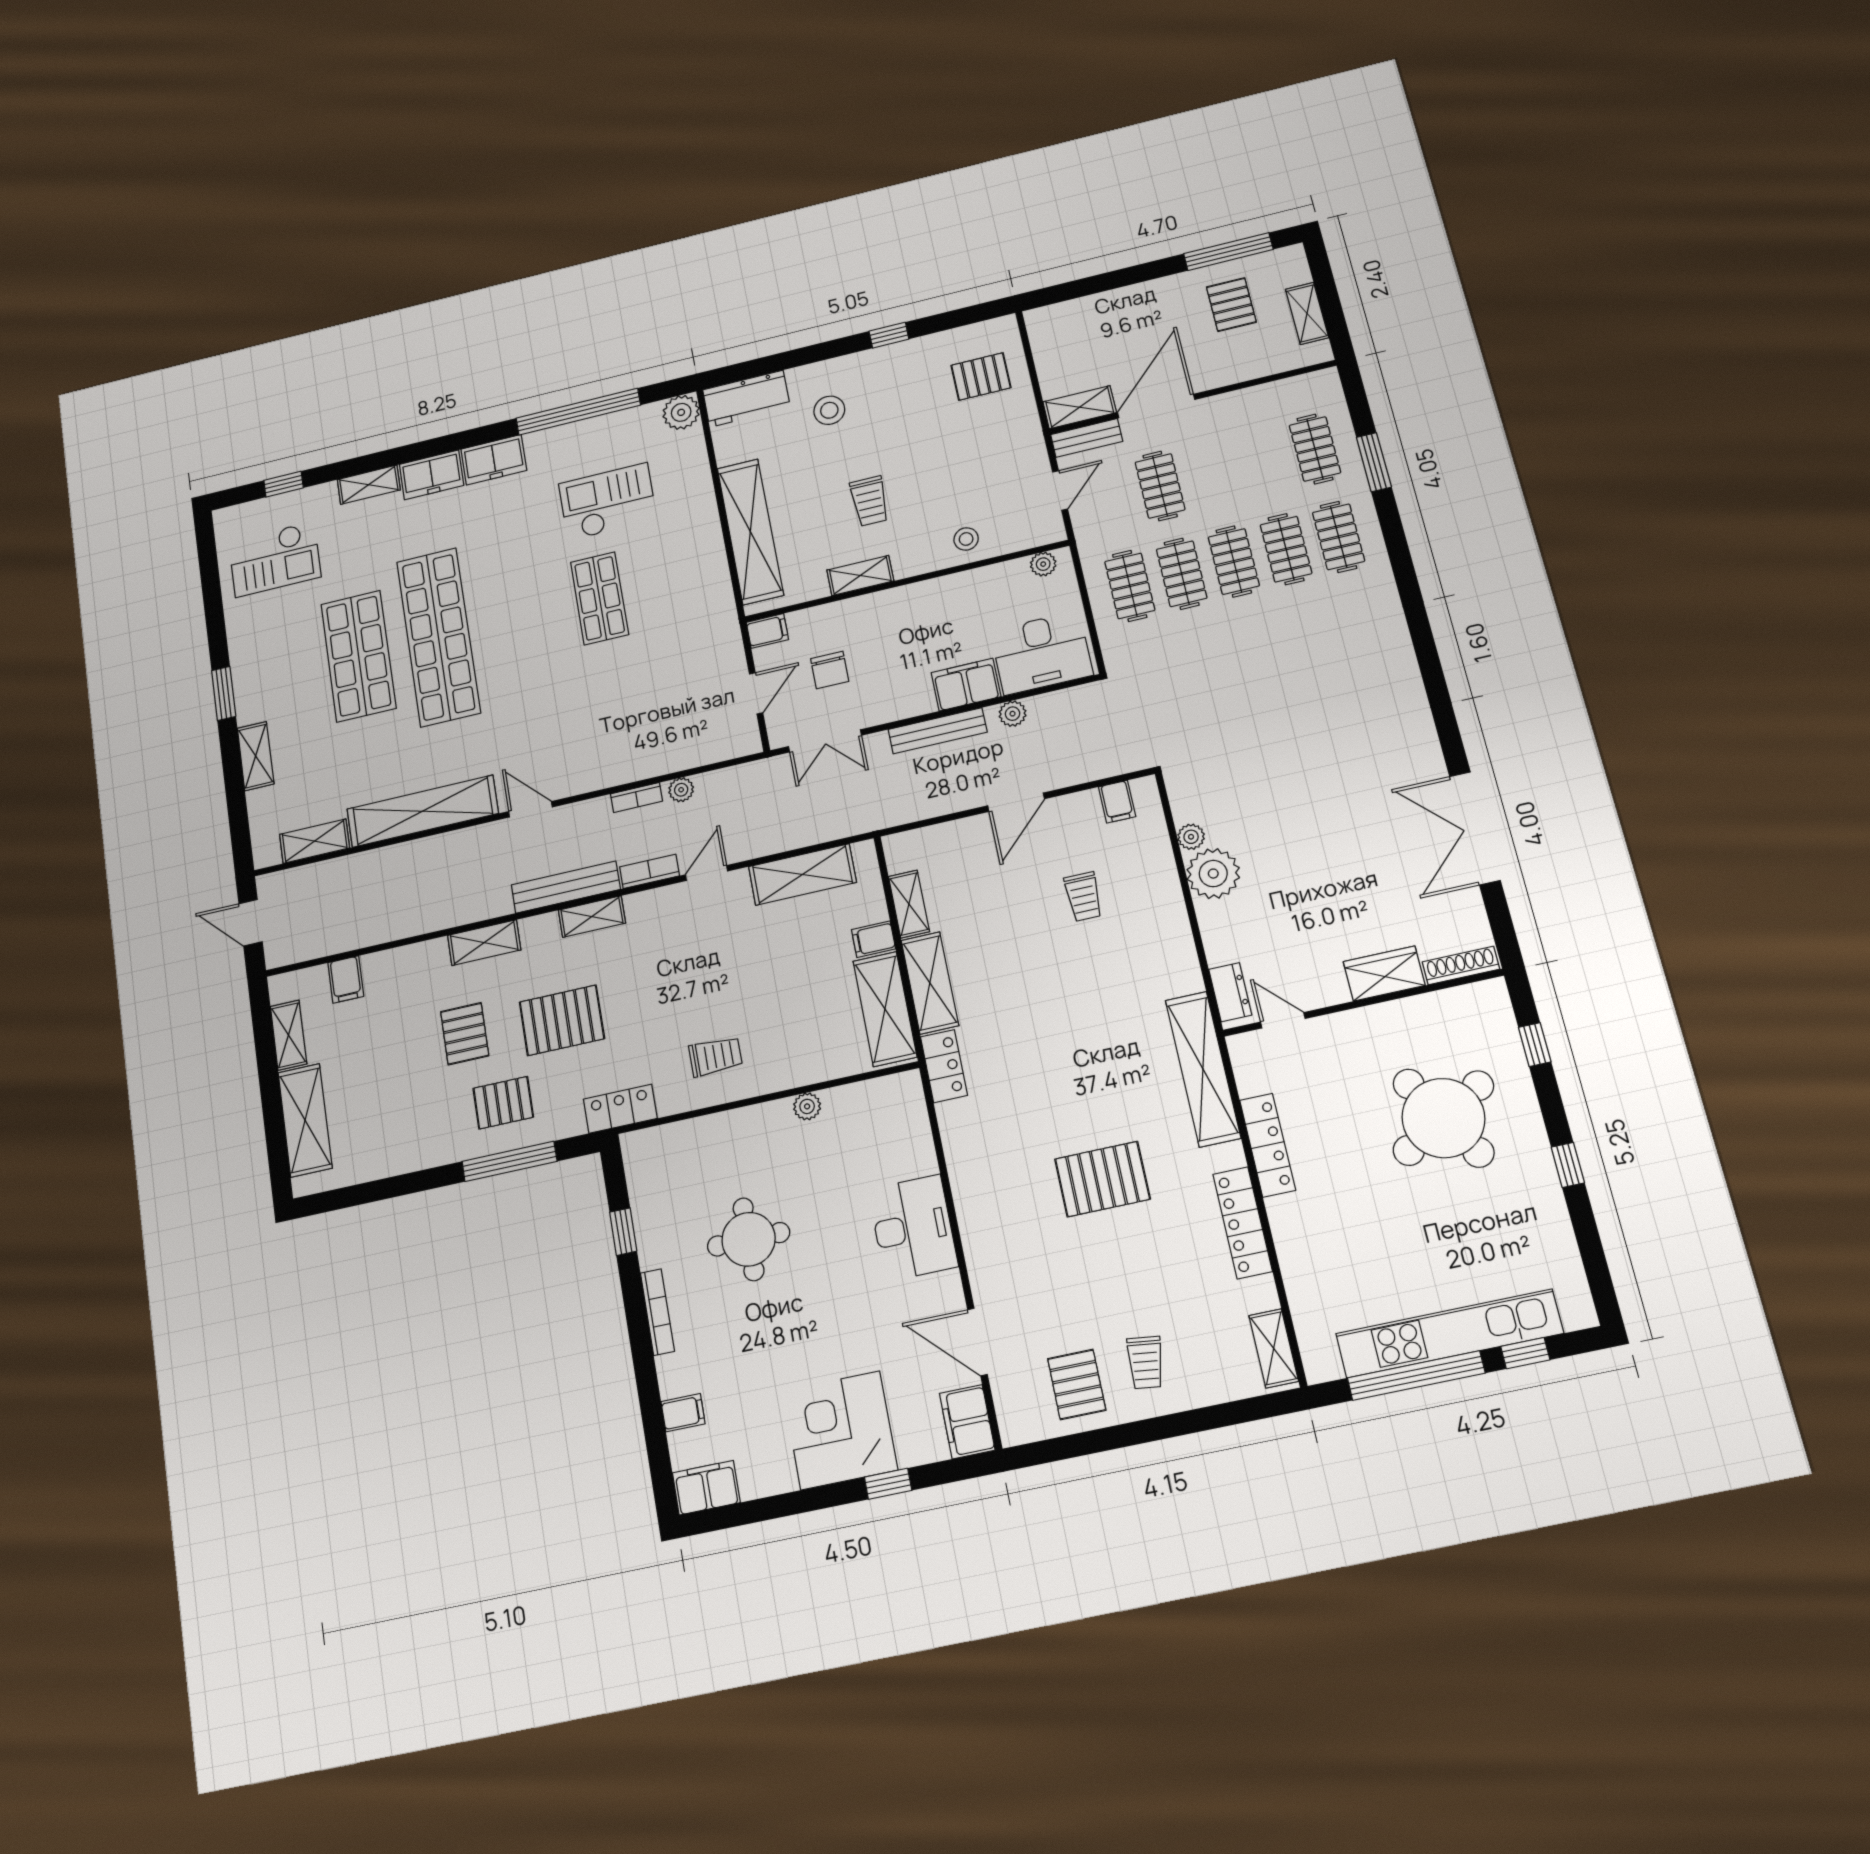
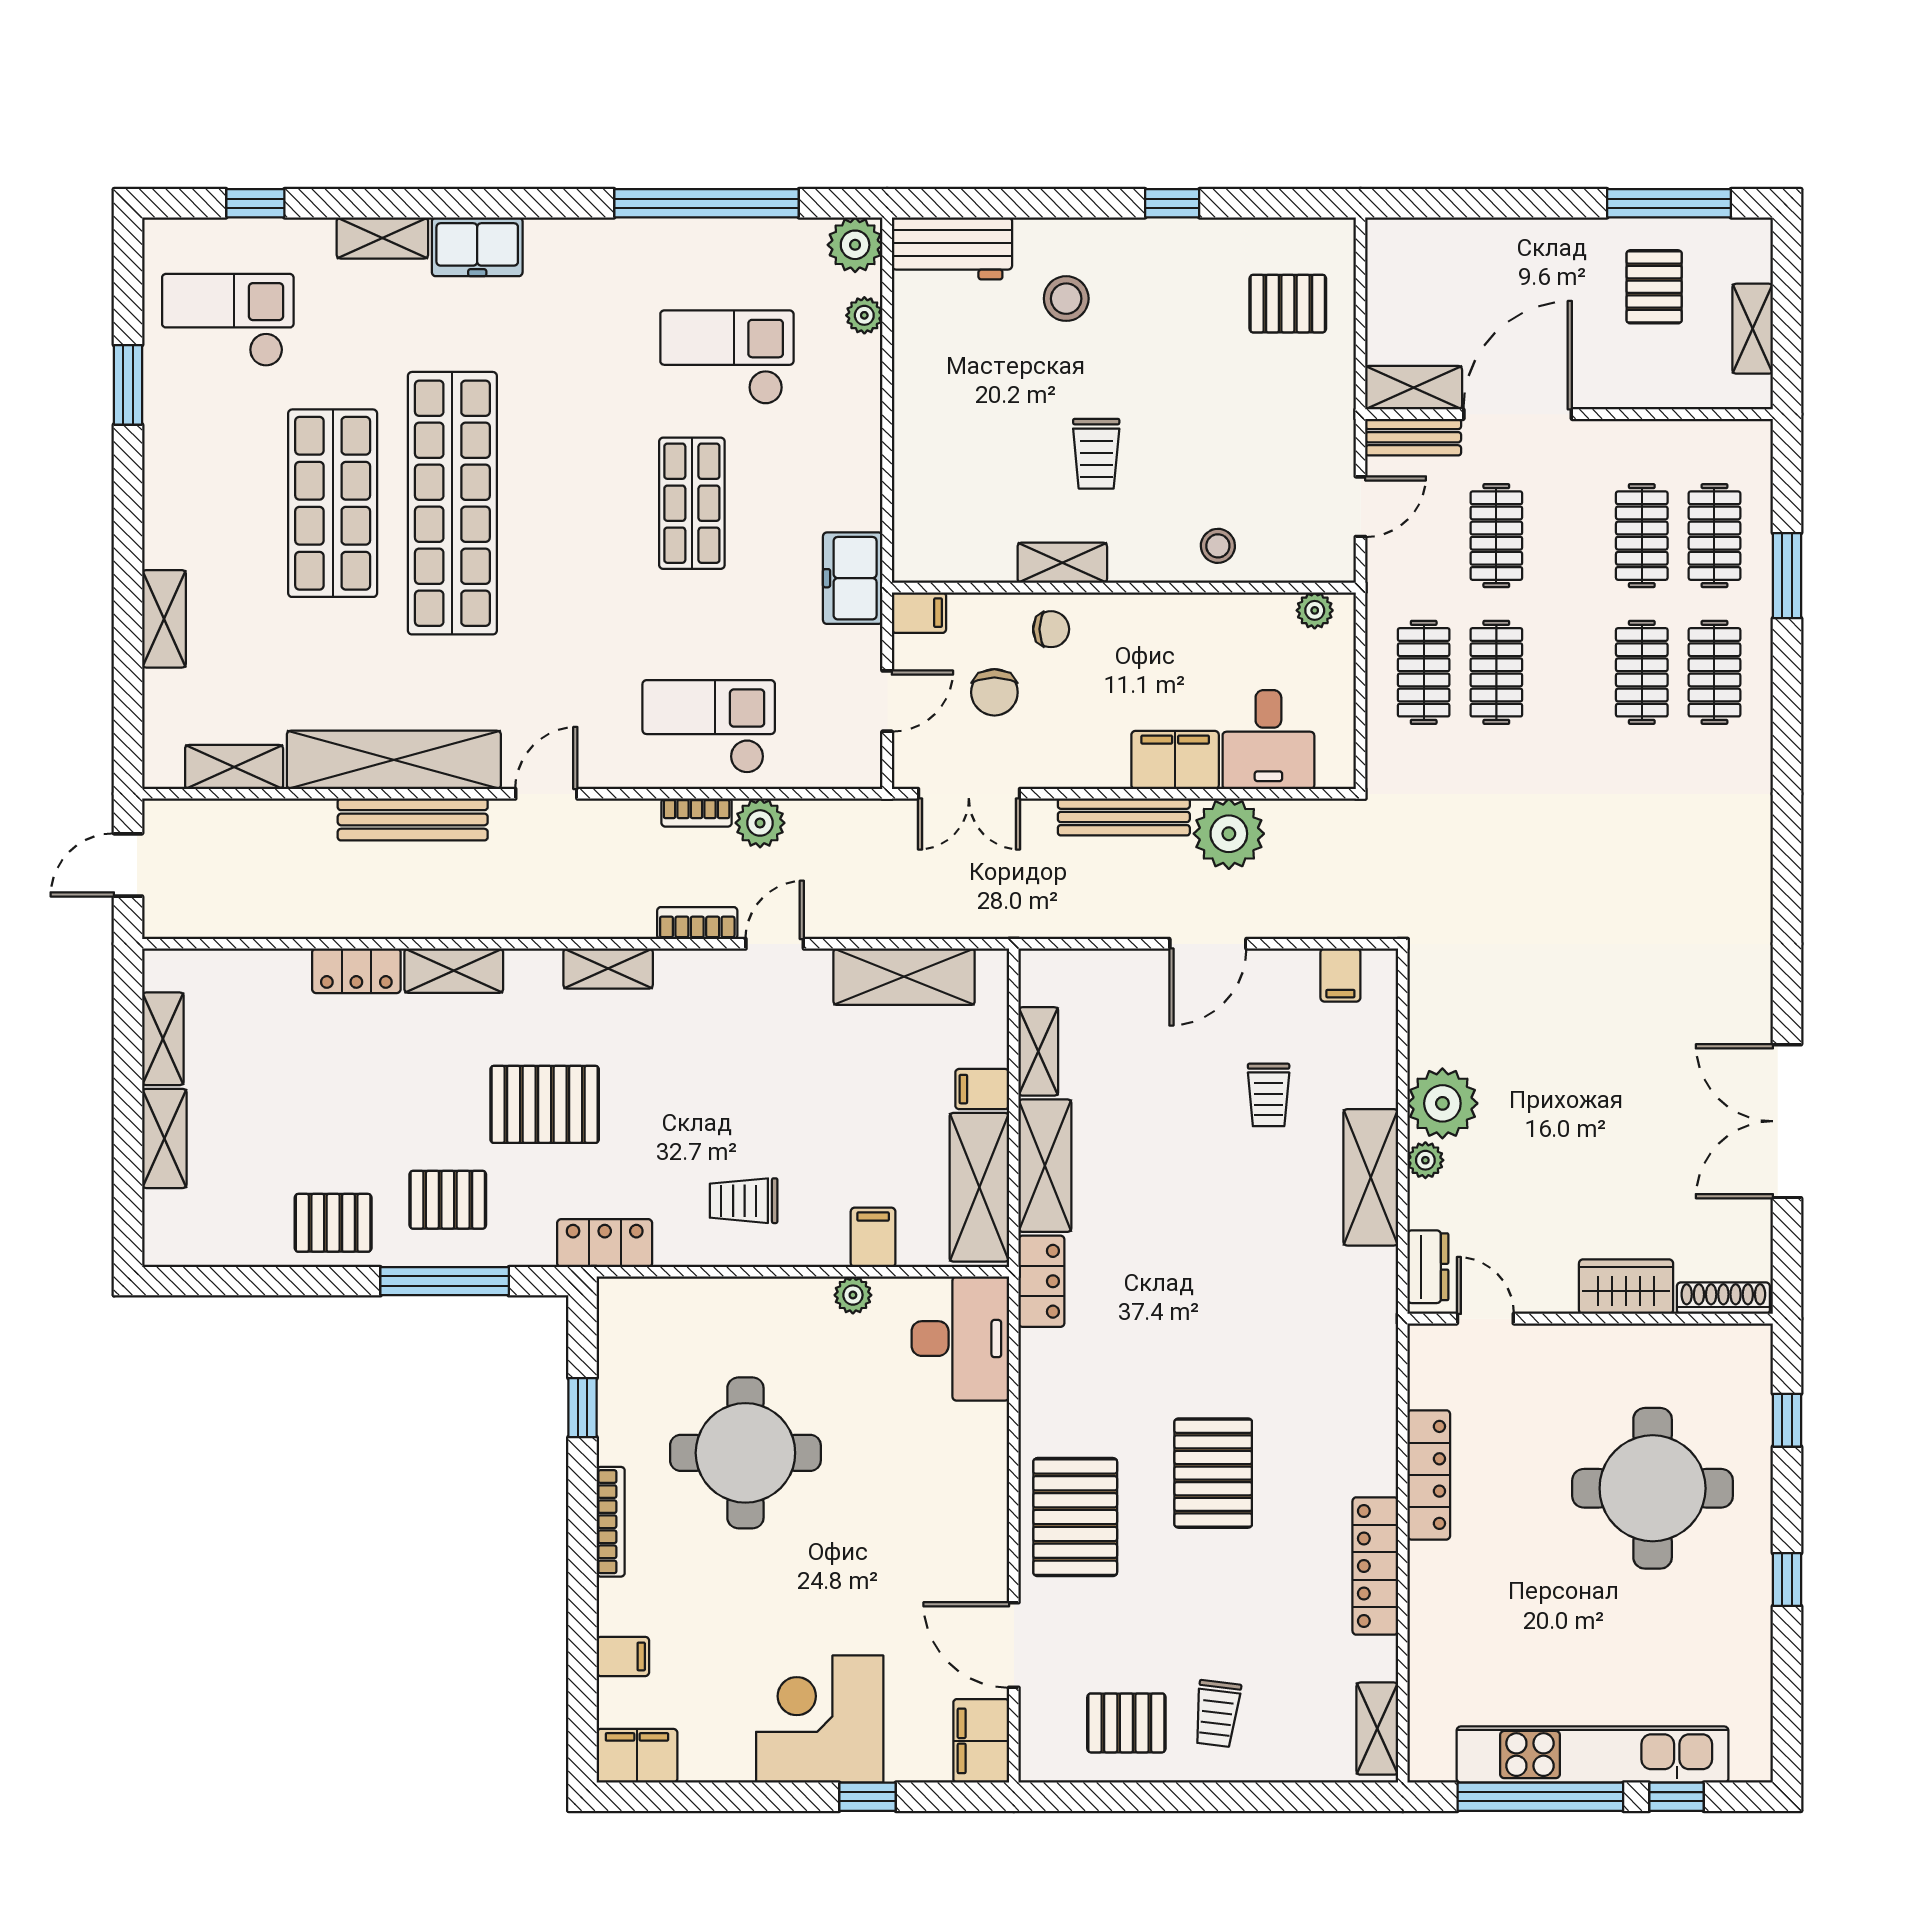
plant: (695, 454) -> (864, 315), added
freezer: (494, 460) -> (853, 578), moved, turned 90
shelving: (750, 532) -> (922, 456), removed
checkout: (275, 559) -> (228, 320), turned 180
clothes rail: (1234, 561) -> (1642, 536), moved
chair: (861, 620) -> (1051, 629), added
desk: (1042, 653) -> (1268, 740), width x0.73
window: (224, 693) -> (128, 385), moved
plant: (1013, 714) -> (1229, 834), width x1.87, depth x1.87
checkout: (635, 739) -> (709, 727), added
plant: (681, 790) -> (760, 823), width x1.38, depth x1.38
door: (530, 809) -> (546, 794), hinge flipped
plant: (1191, 837) -> (1425, 1160), moved
bench: (566, 887) -> (413, 819), moved
door: (251, 923) -> (128, 865), hinge flipped
locker: (416, 958) -> (356, 971), added
filing cabinet: (346, 979) -> (873, 1237), moved, turned 180
pallet: (465, 1034) -> (333, 1223), moved, turned 90
trolley: (715, 1056) -> (744, 1201), turned 180
shelving: (1203, 1069) -> (1371, 1177), moved, width x0.68
round table: (1443, 1118) -> (1653, 1488), turned 31
shelving: (305, 1120) -> (164, 1138), width x0.67, depth x0.75
pallet: (1102, 1179) -> (1213, 1473), turned 90
desk: (913, 1228) -> (960, 1339), moved
pallet: (1005, 1234) -> (1075, 1517), added
round table: (749, 1239) -> (745, 1453), width x1.36, depth x1.36
pallet: (1077, 1384) -> (1126, 1723), turned 90

